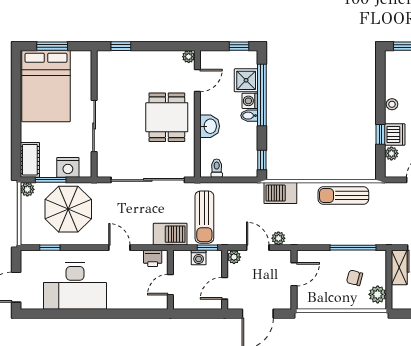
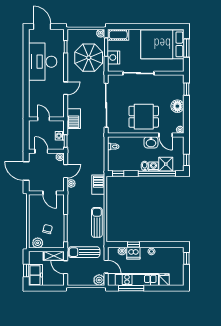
floor lamp: (149, 61) -> (177, 106), added
washbasin: (210, 126) -> (151, 142), moved
sun lounger: (204, 217) -> (84, 252), moved
printer: (153, 258) -> (59, 108), removed

